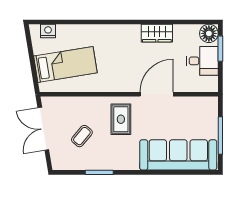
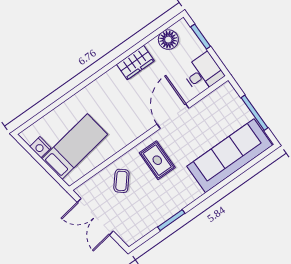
nightstand: (48, 31) -> (40, 147), moved, turned -99
floor lamp: (209, 33) -> (168, 40), moved
desk: (202, 61) -> (203, 73), moved
coffee table: (82, 136) -> (121, 181), moved

